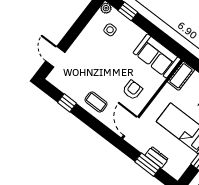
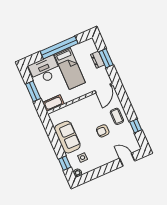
sofa: (157, 56) -> (67, 137), moved
door: (55, 57) -> (127, 160), swing flipped
armchair: (133, 90) -> (103, 131), moved

